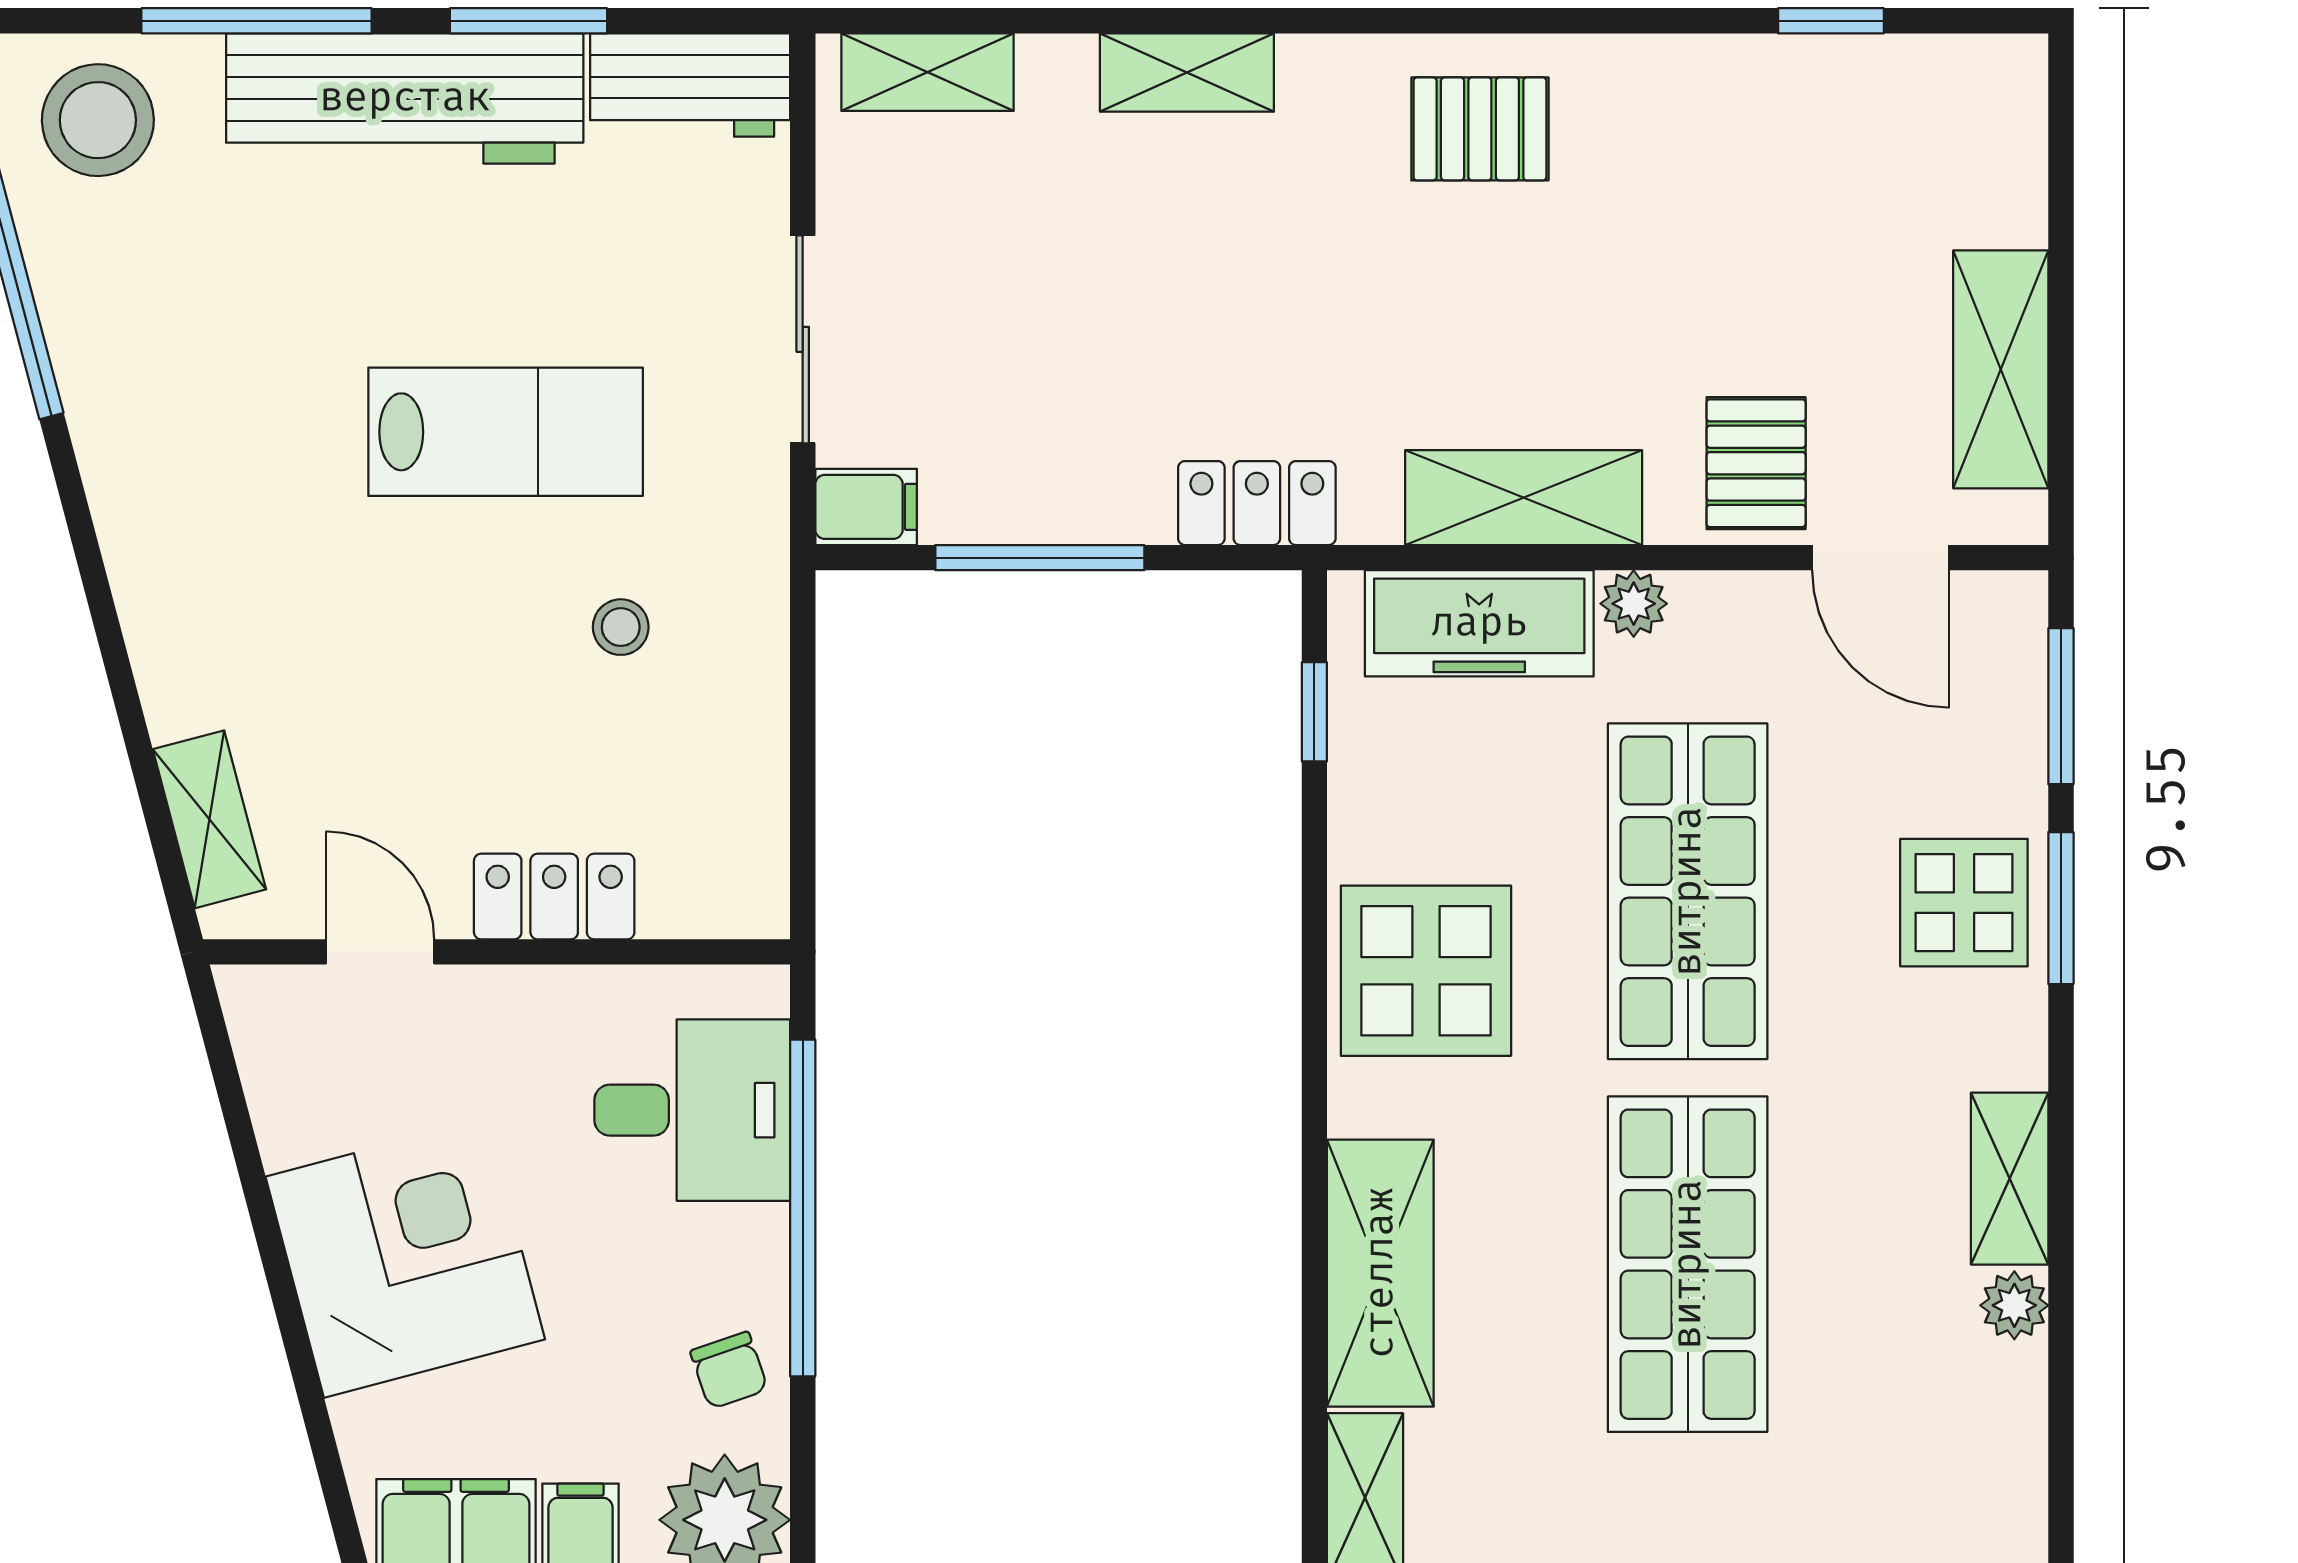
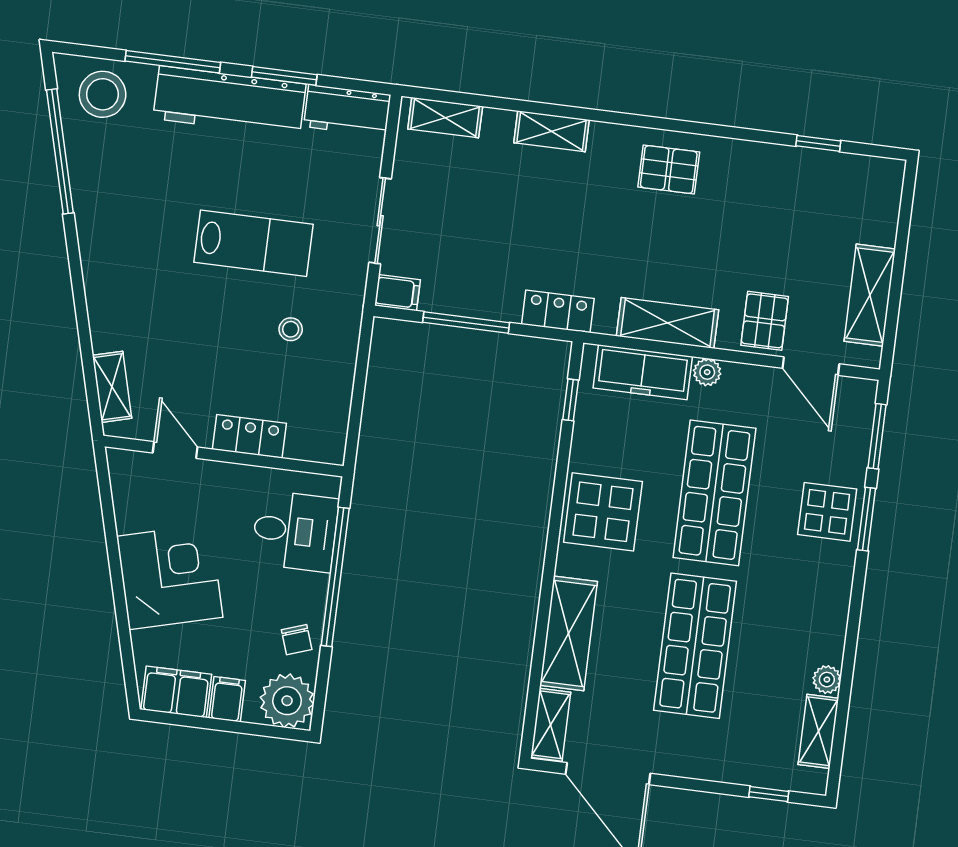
shelving: (2010, 1179) -> (818, 731), moved

